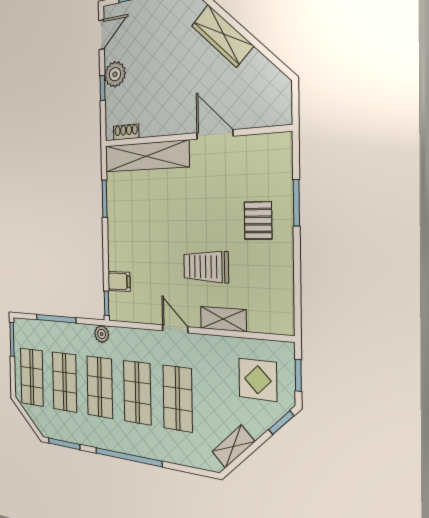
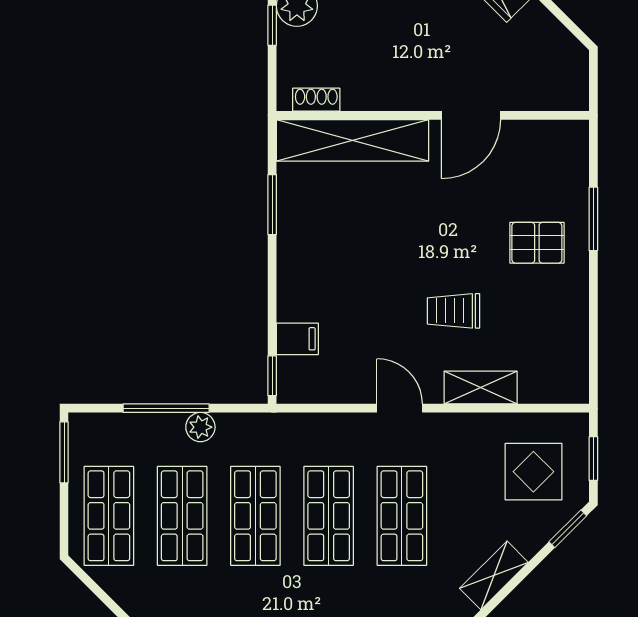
door: (215, 134) -> (471, 115), swing flipped
pallet: (258, 220) -> (537, 243), turned 90
trolley: (206, 267) -> (454, 311), width x0.73, depth x0.72
plant: (102, 334) -> (200, 427), moved

